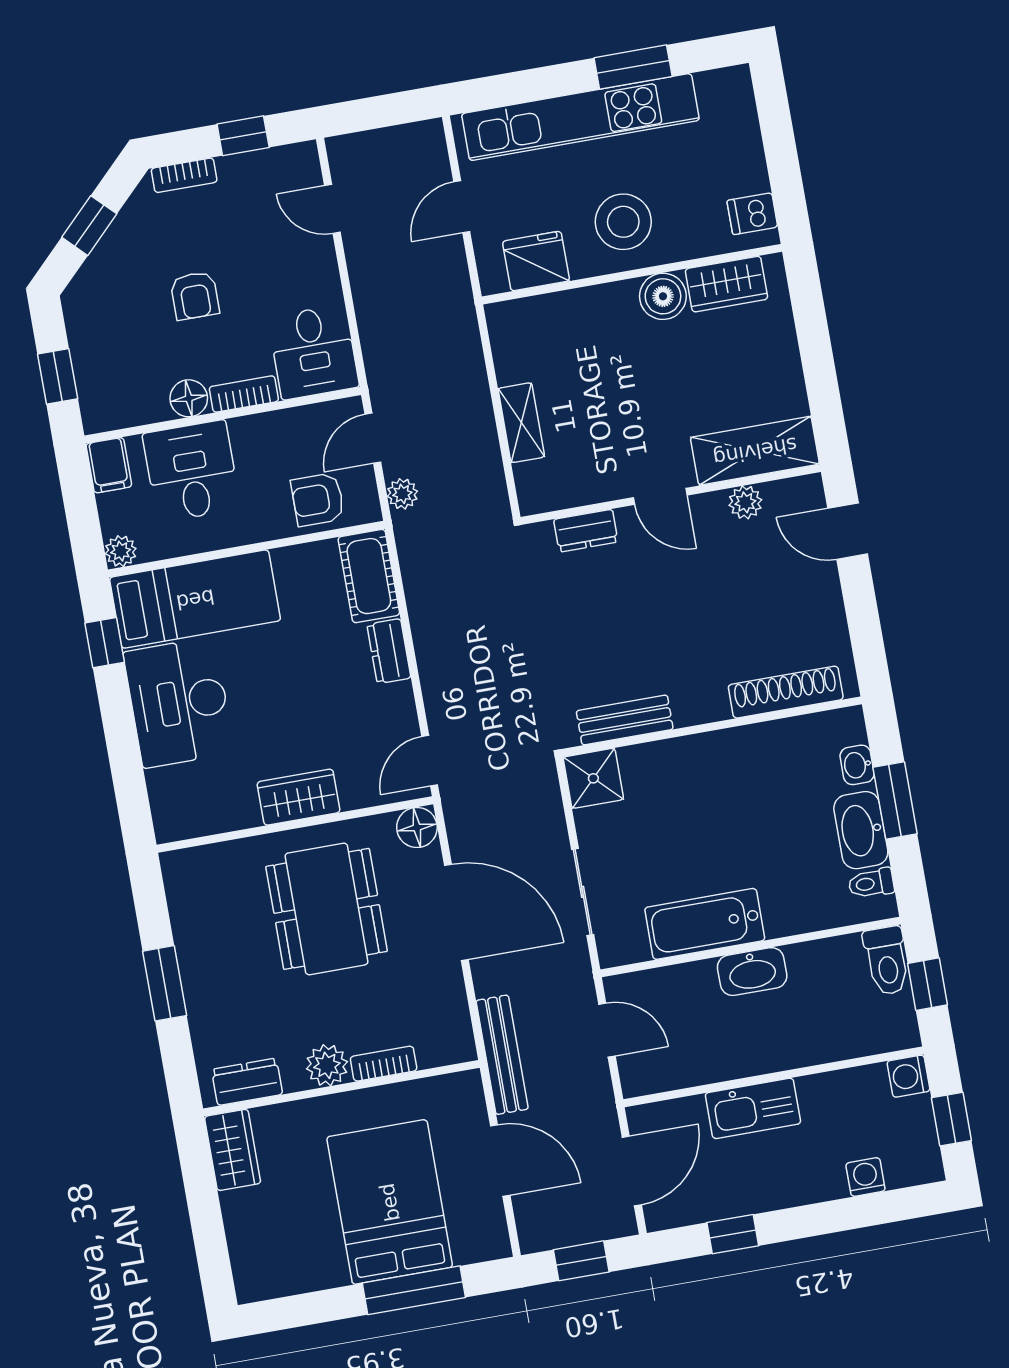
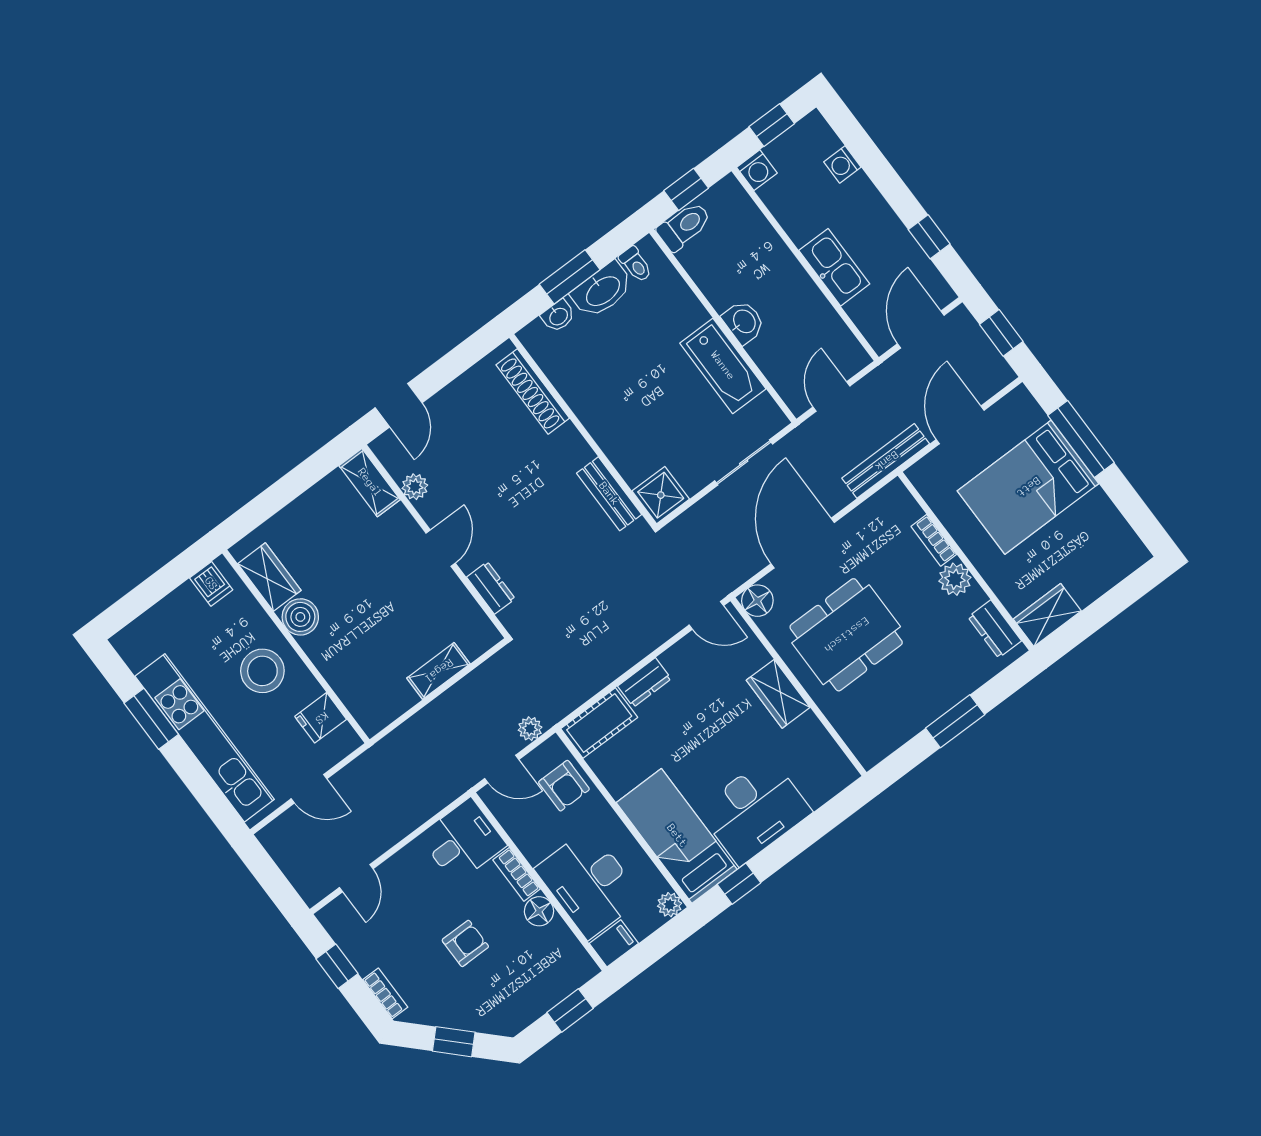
fridge: (536, 261) -> (321, 718), width x0.72
shelving: (755, 451) -> (370, 483), width x0.67, depth x0.75
desk: (191, 471) -> (589, 884), width x1.37
washbasin: (752, 972) -> (744, 322), width x0.72
door: (632, 1171) -> (921, 329), hinge flipped

